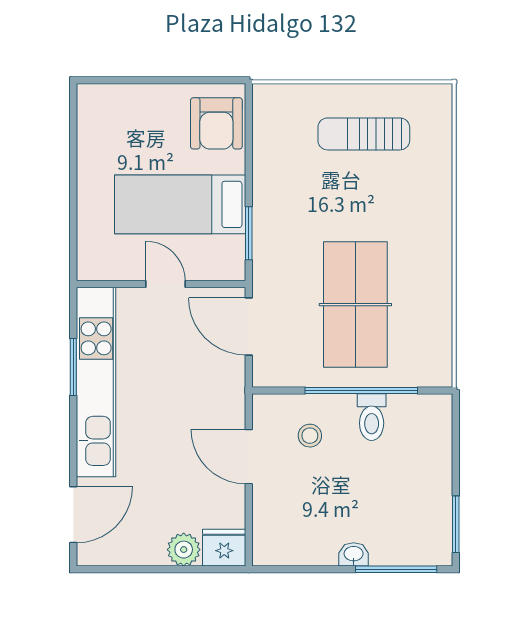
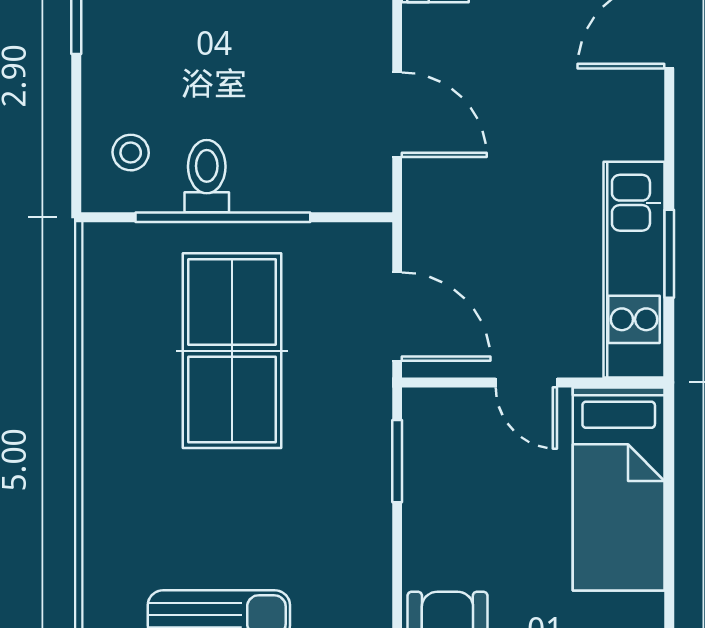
bed: (180, 204) -> (619, 489), moved, turned 90
kitchen unit: (96, 382) -> (634, 270), width x0.73
stool: (310, 436) -> (131, 153), moved

